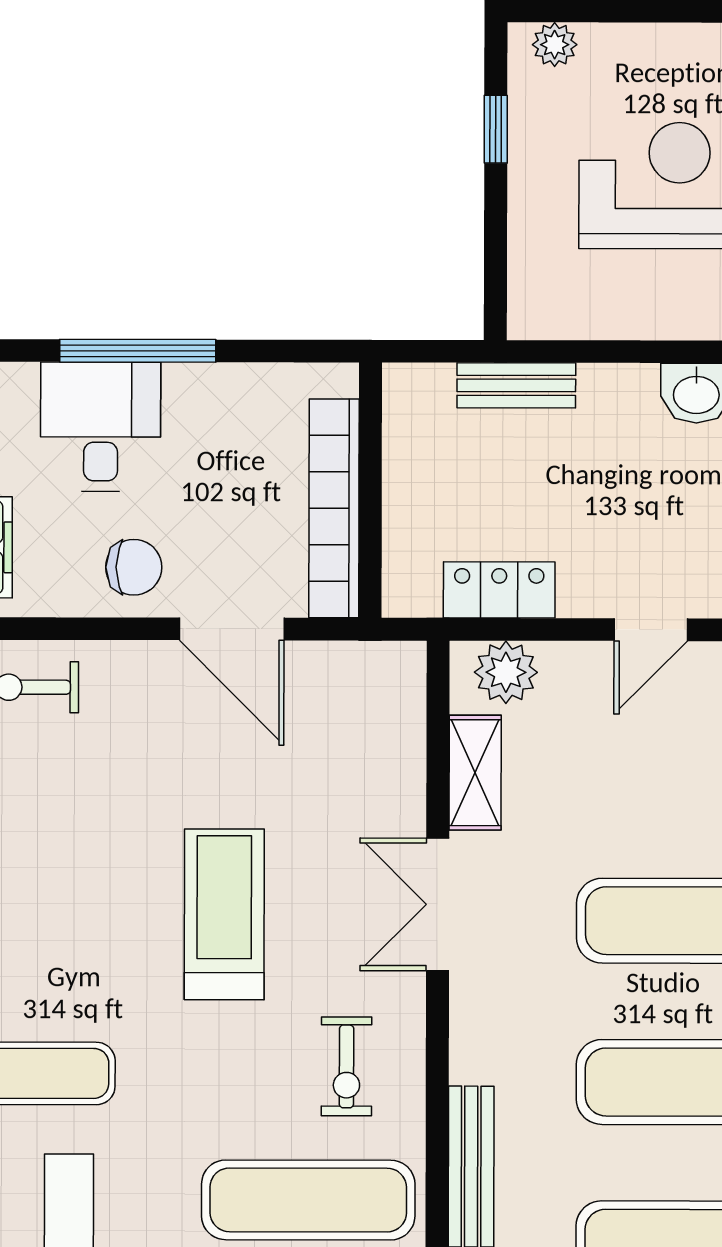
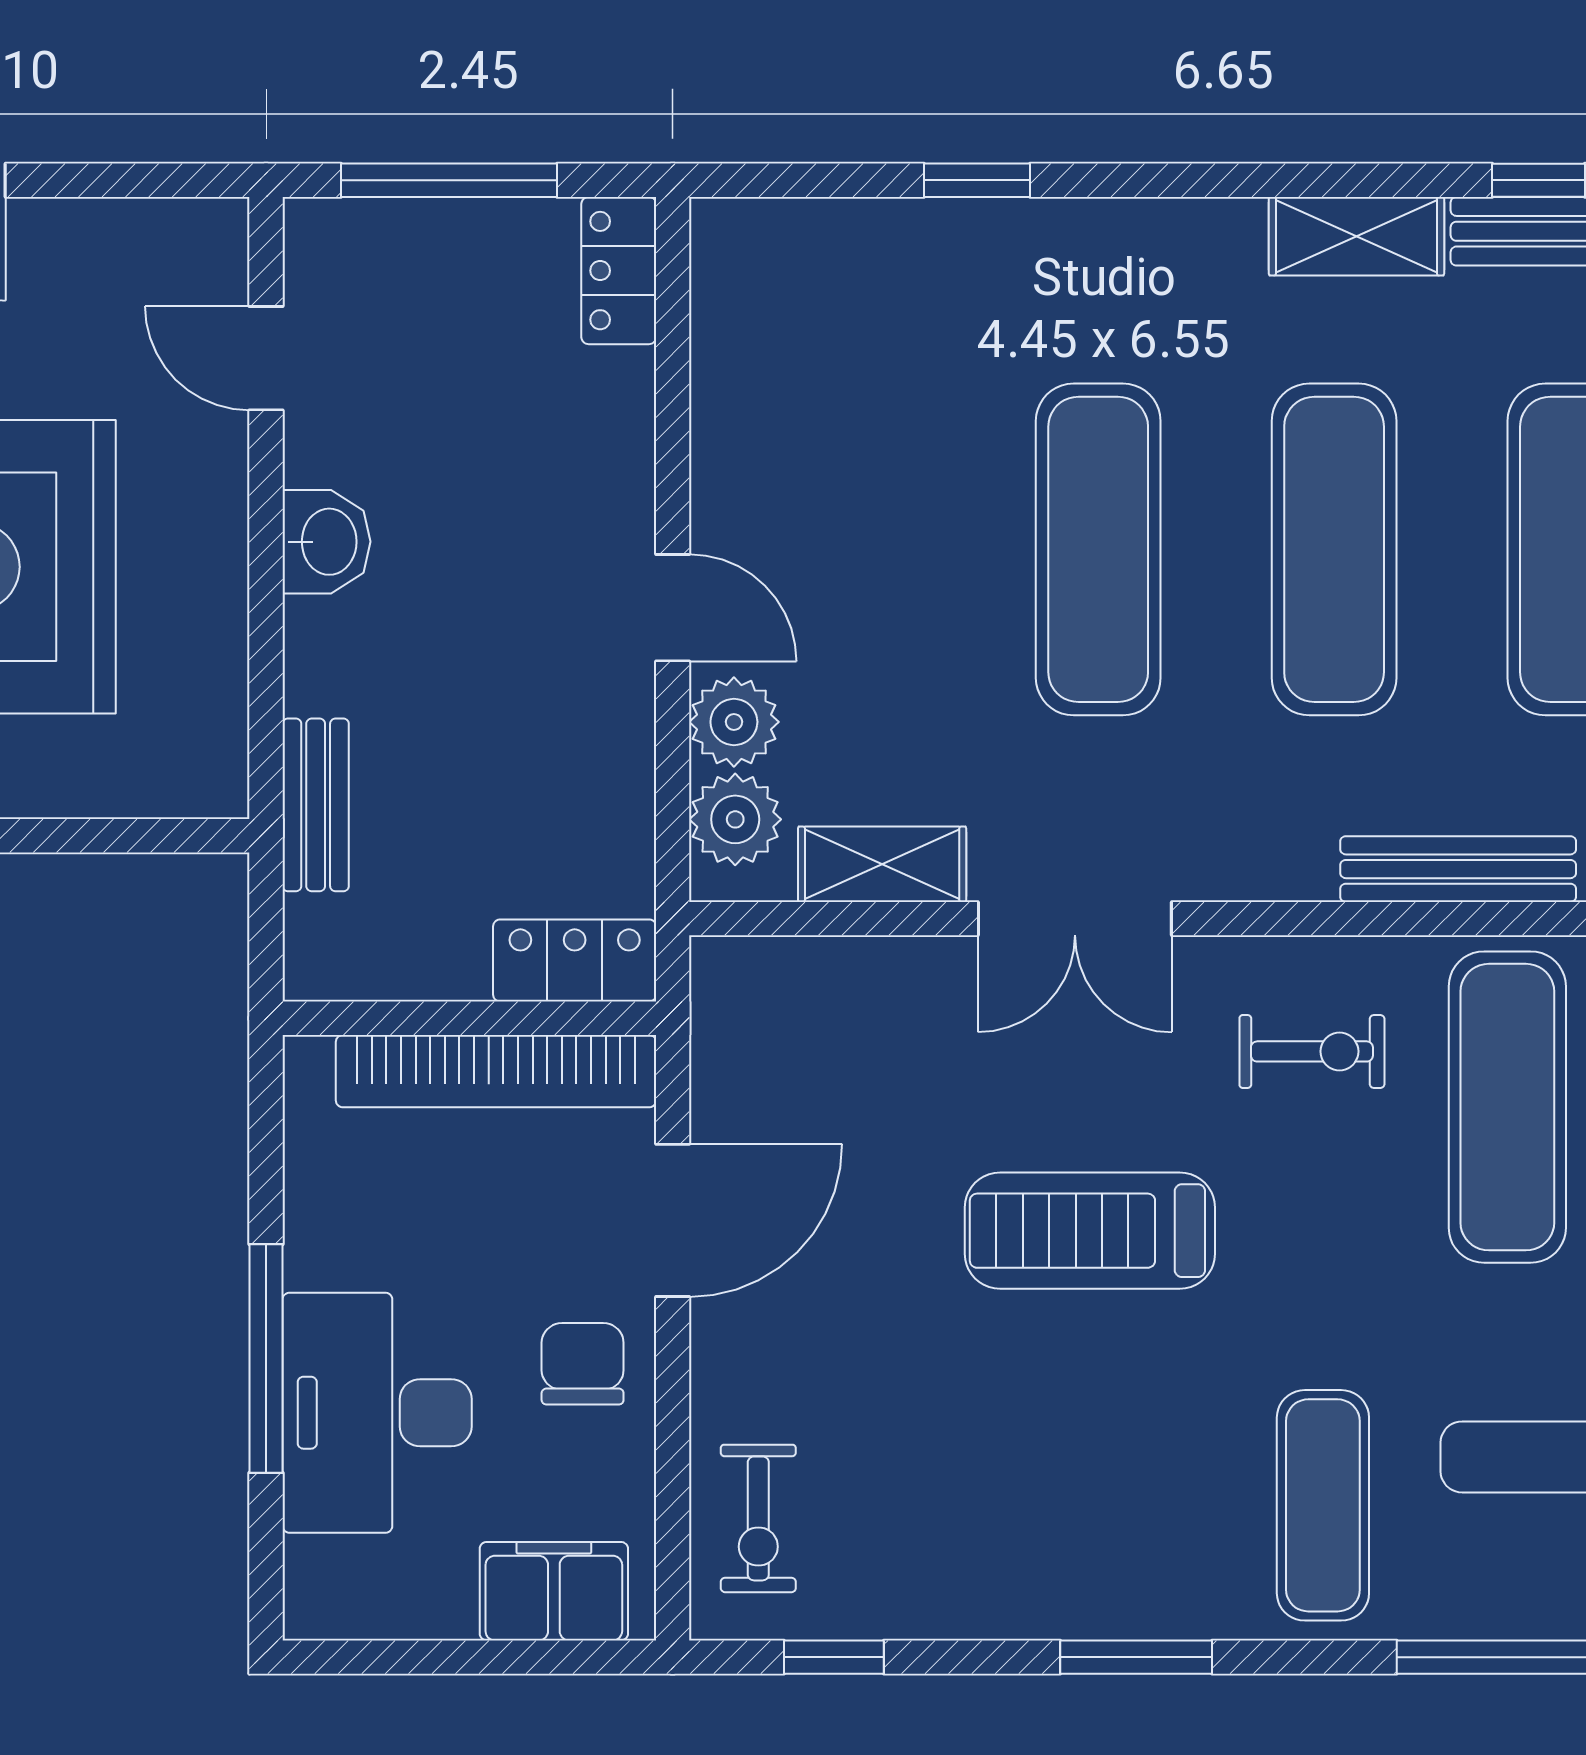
desk: (101, 427) -> (377, 1413), width x1.37
locker: (499, 590) -> (575, 960), moved, turned 90
plant: (573, 672) -> (734, 722), added

